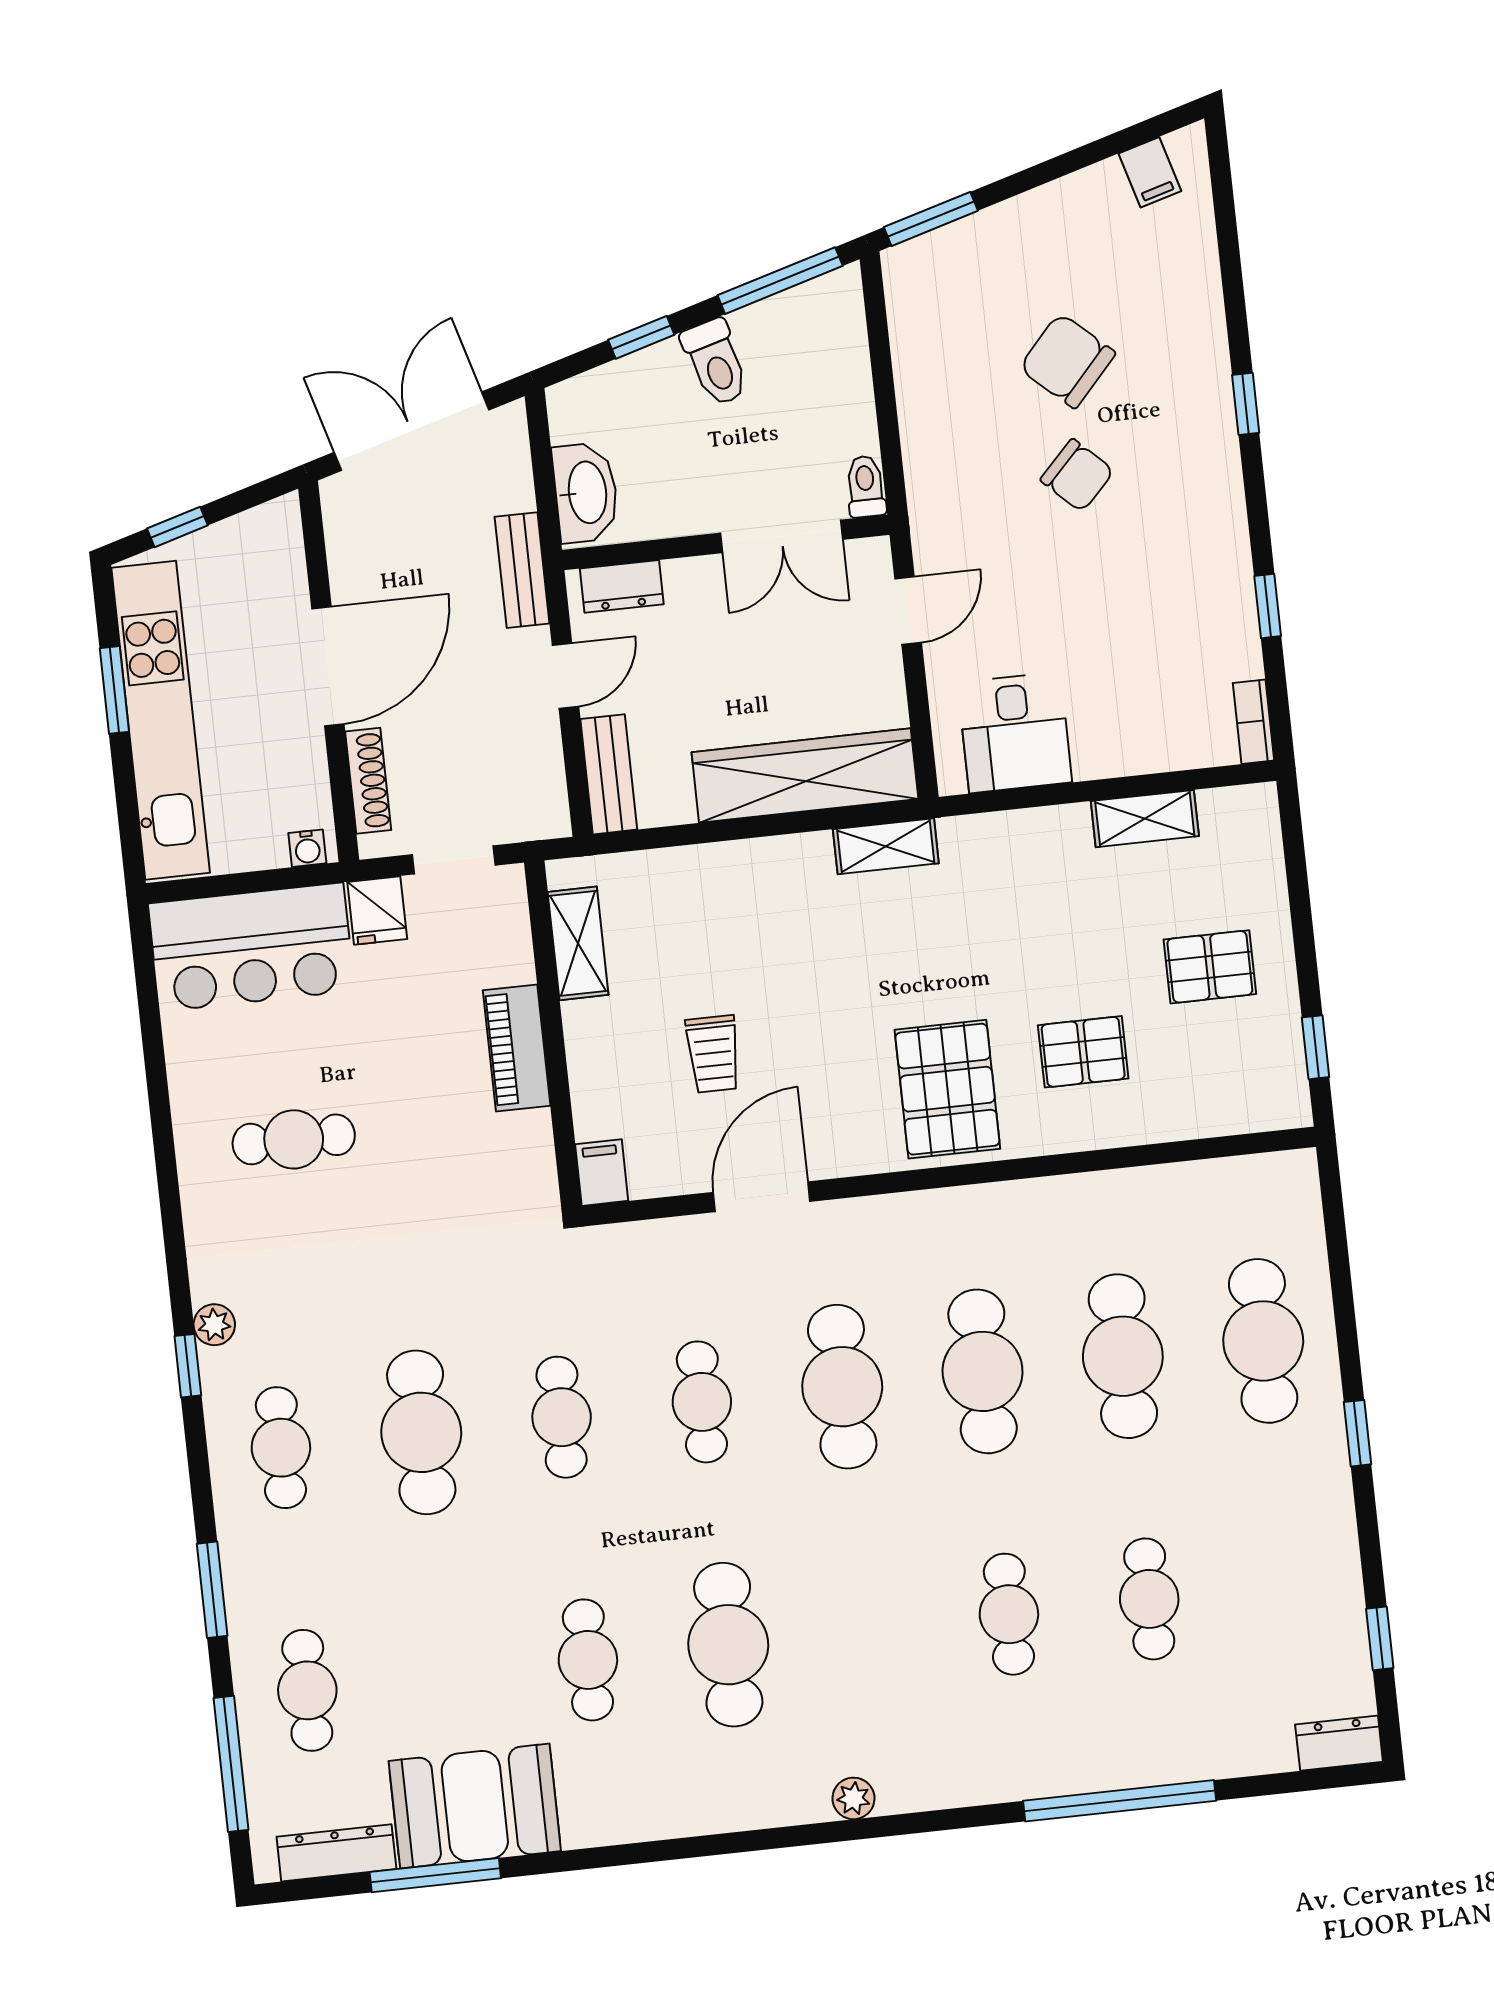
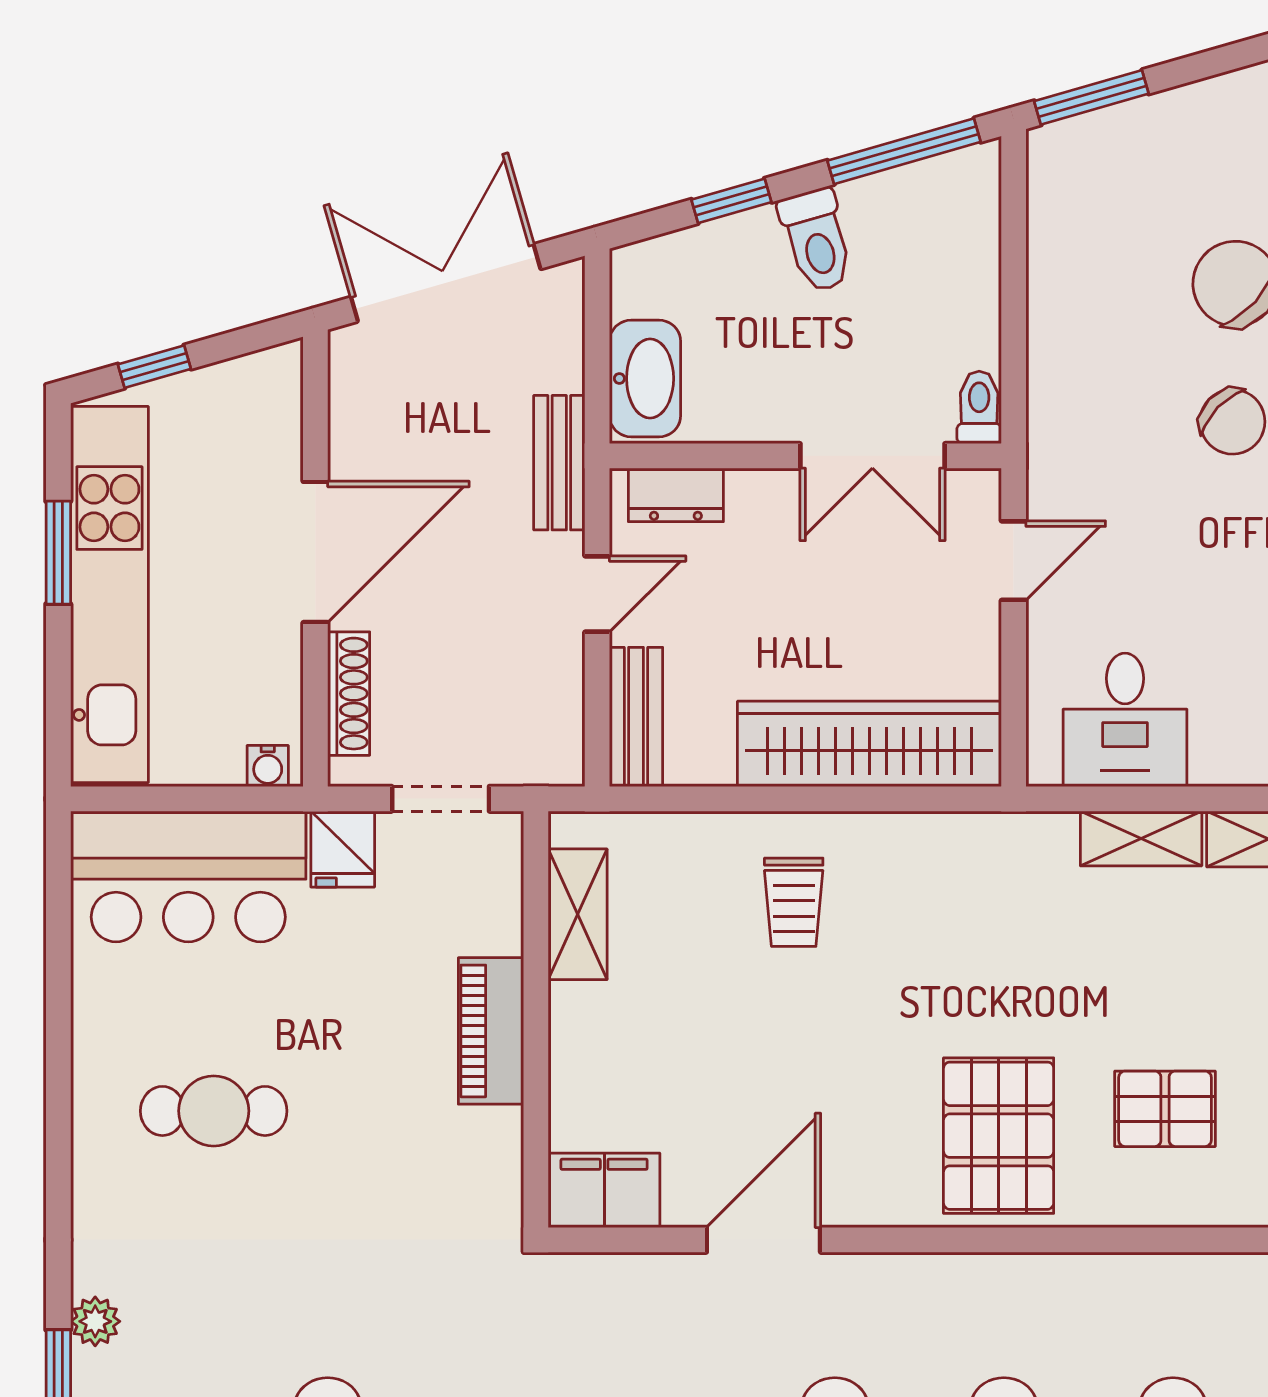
shelving: (886, 846) -> (1141, 838), moved
trolley: (713, 1054) -> (794, 902), moved
filing cabinet: (602, 1173) -> (604, 1190), width x2.00

